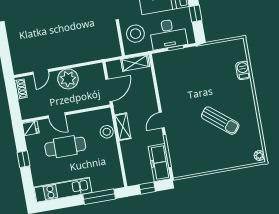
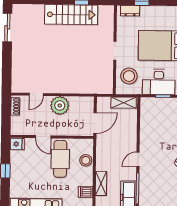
shelving: (123, 127) -> (101, 183), moved
cafe table: (65, 147) -> (60, 159), moved, turned 90
dishwasher: (113, 165) -> (85, 192), added

